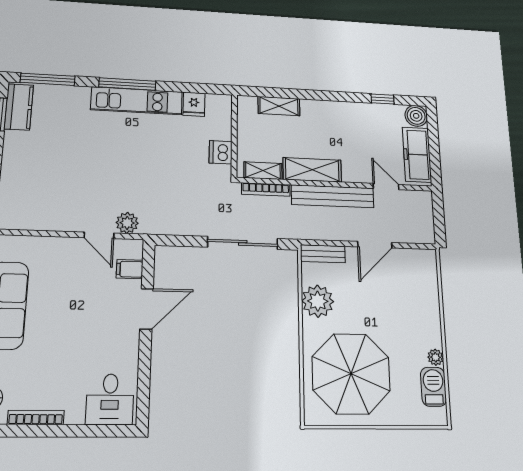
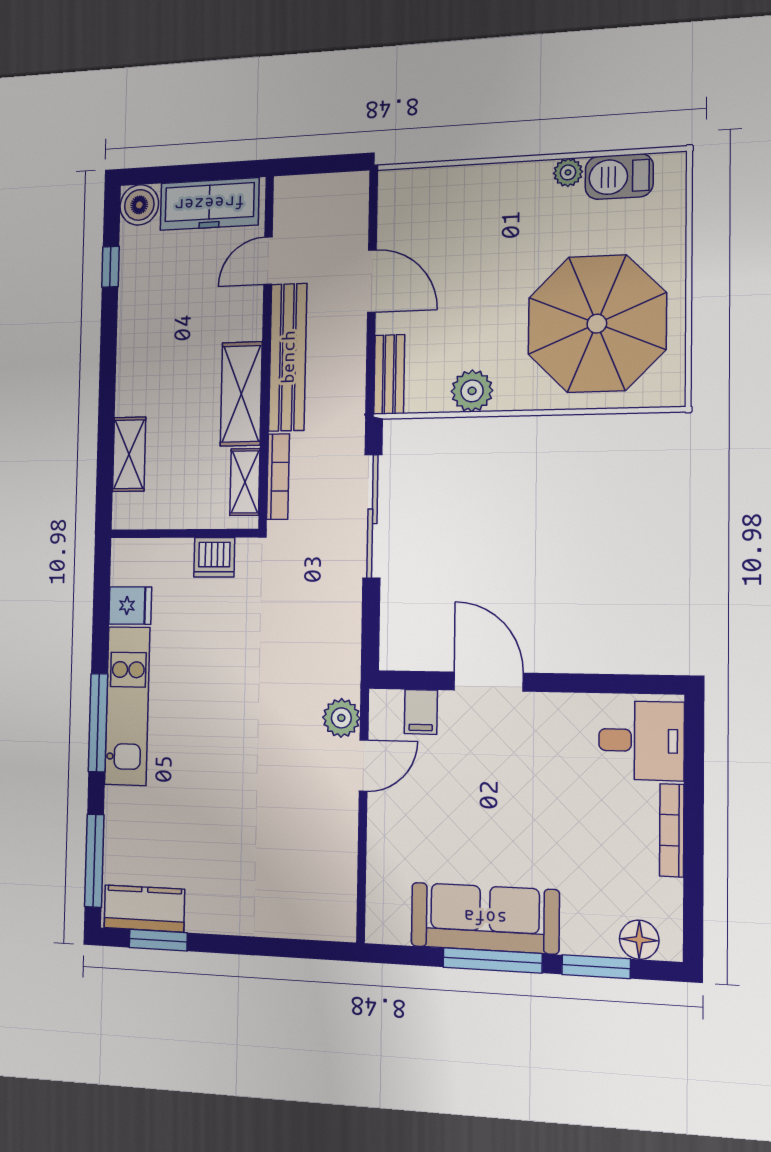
plant: (318, 301) -> (472, 391), width x0.73, depth x0.73
bookcase: (36, 417) -> (672, 830), moved

